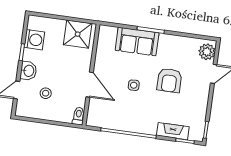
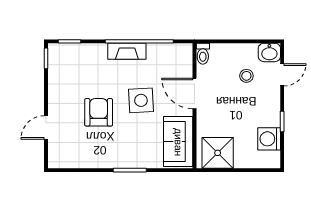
sofa: (137, 42) -> (178, 142), moved, turned -90
plant: (207, 52) -> (58, 153), removed
washbasin: (28, 71) -> (269, 52), moved, turned -90
side table: (134, 85) -> (141, 100), width x1.87, depth x1.87
fireplace: (173, 131) -> (127, 51), moved

